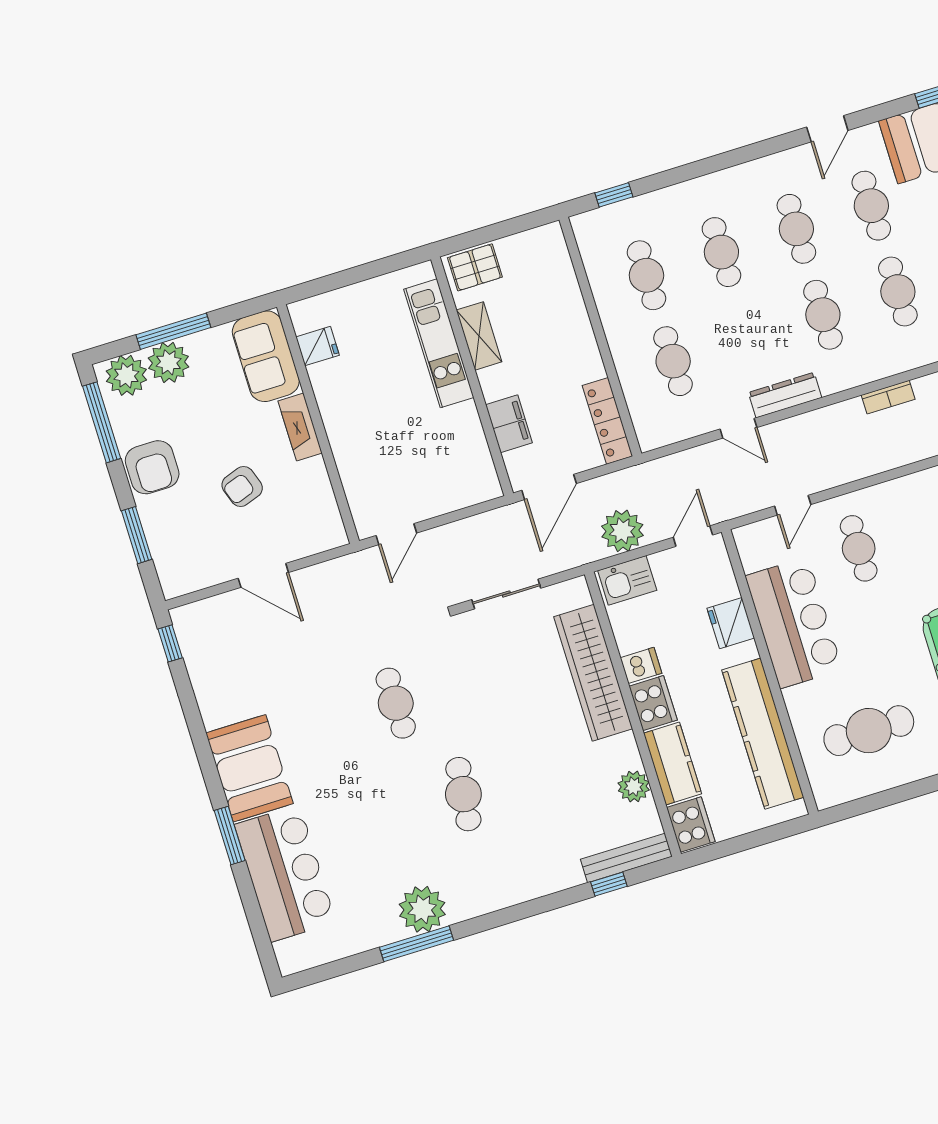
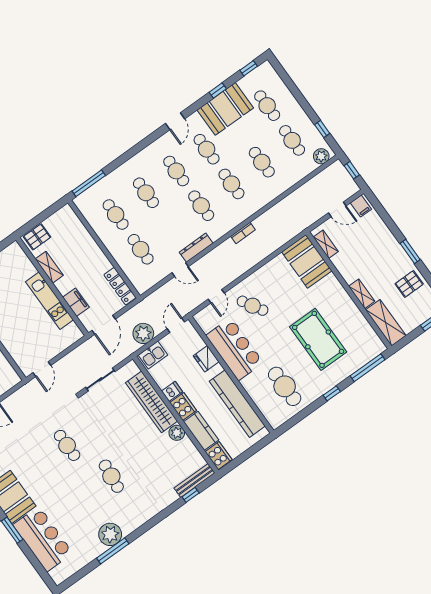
window: (614, 195) -> (89, 183), width x2.17
kitchen unit: (439, 343) -> (49, 301), moved
cafe table: (859, 548) -> (253, 306), turned -31
cafe table: (869, 731) -> (285, 386), turned 90
plant: (634, 786) -> (177, 433), moved

